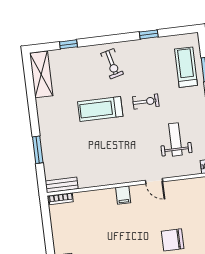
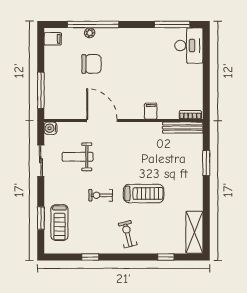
weight bench: (175, 139) -> (78, 157), turned 90
door: (154, 181) -> (102, 121), width x1.88
bench: (62, 185) -> (183, 128), width x1.36
filing cabinet: (123, 195) -> (151, 111), moved

